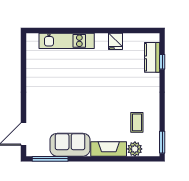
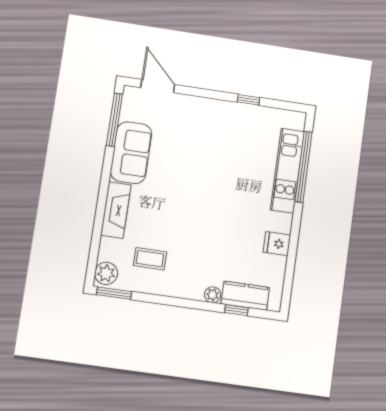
window: (63, 30) -> (304, 167), added
window: (24, 73) -> (248, 100), added
plant: (154, 79) -> (213, 295), added
plant: (135, 149) -> (106, 273), moved

